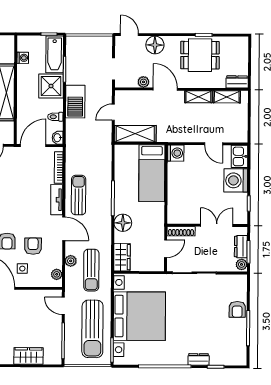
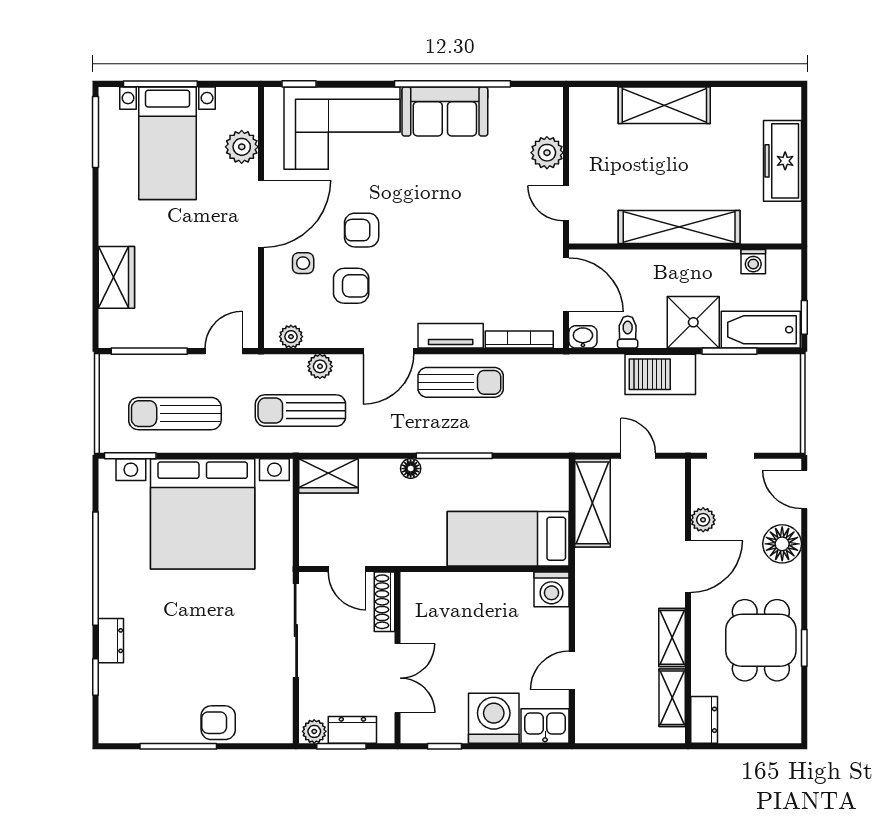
door: (129, 35) -> (804, 489), swing flipped
floor lamp: (123, 223) -> (411, 469), width x0.53, depth x0.53
sun lounger: (92, 329) -> (175, 414), width x0.73, depth x0.75

